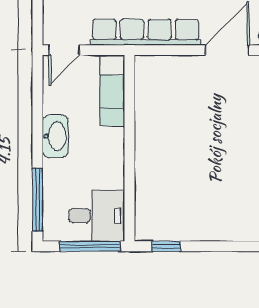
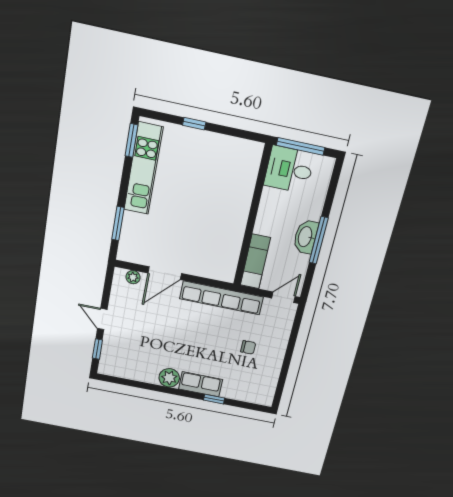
window: (37, 200) -> (319, 240), moved
window: (166, 246) -> (194, 124), moved

